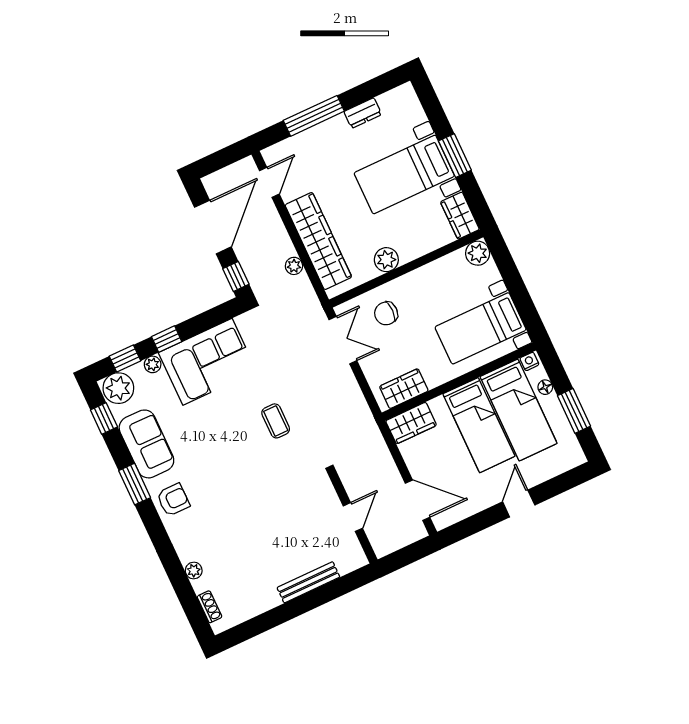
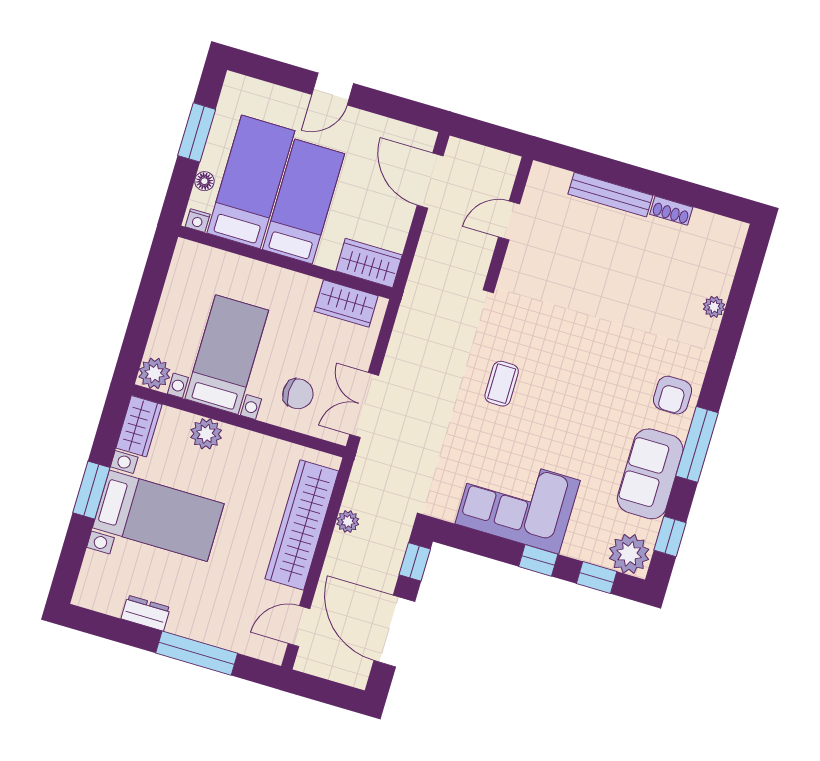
door: (213, 227) -> (394, 631), hinge flipped
plant: (386, 260) -> (206, 434), moved
bed with nightstands: (481, 328) -> (227, 355), moved, turned -90
plant: (153, 364) -> (574, 548), removed
window: (135, 484) -> (697, 444), width x1.44
armchair: (173, 500) -> (672, 395), turned -90
shoe rack: (209, 607) -> (671, 211), moved, turned -90

